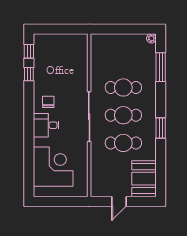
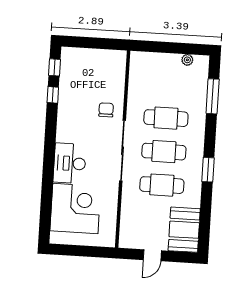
plant: (151, 38) -> (187, 60), moved
chair: (48, 102) -> (106, 110), moved
desk: (46, 125) -> (70, 163), width x1.37

